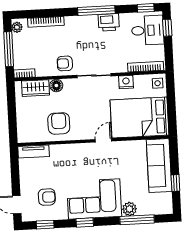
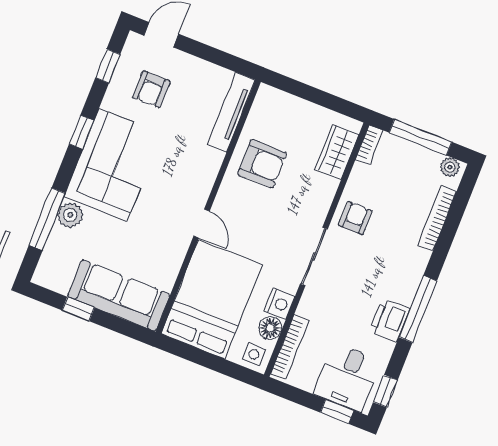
floor lamp: (56, 86) -> (270, 328), moved
tv unit: (34, 151) -> (231, 112), width x1.41

